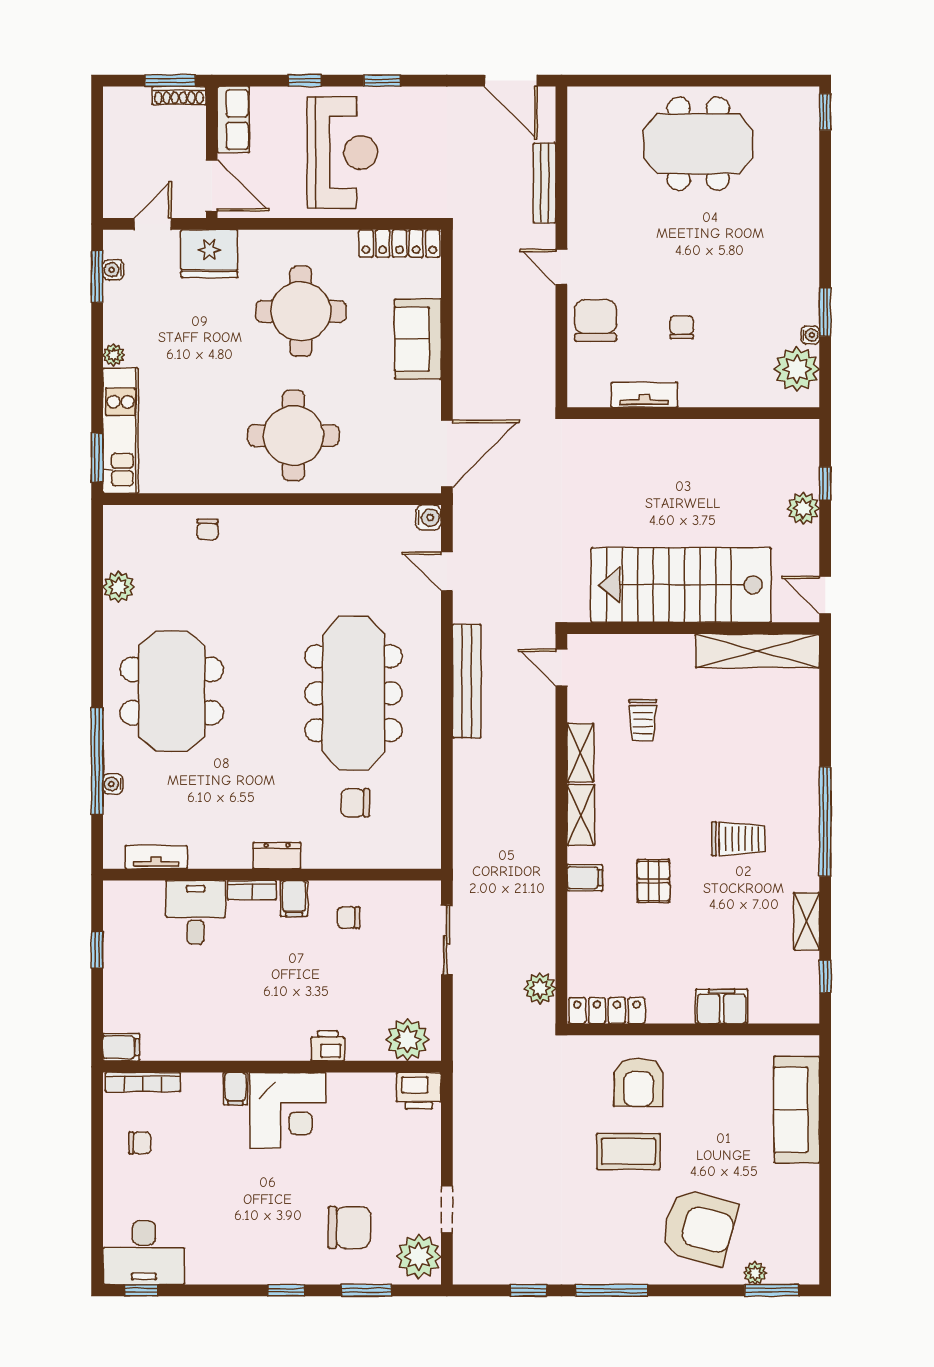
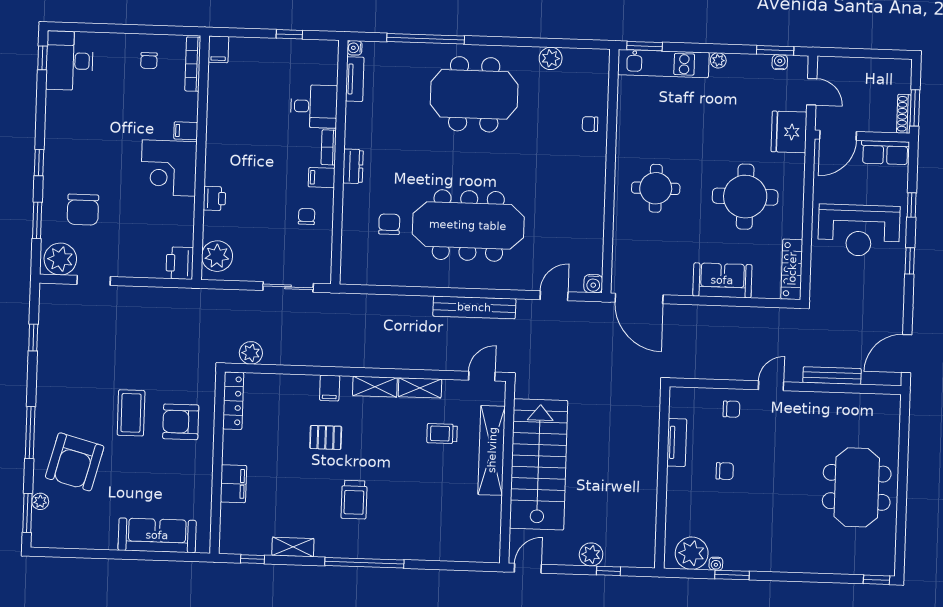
chair: (596, 321) -> (731, 409), width x0.54, depth x0.54
round table: (293, 436) -> (656, 188), width x0.73, depth x0.73
shelving: (758, 651) -> (492, 450), moved
water cooler: (113, 784) -> (355, 48), moved, turned -90
window: (611, 1290) -> (30, 433), moved

